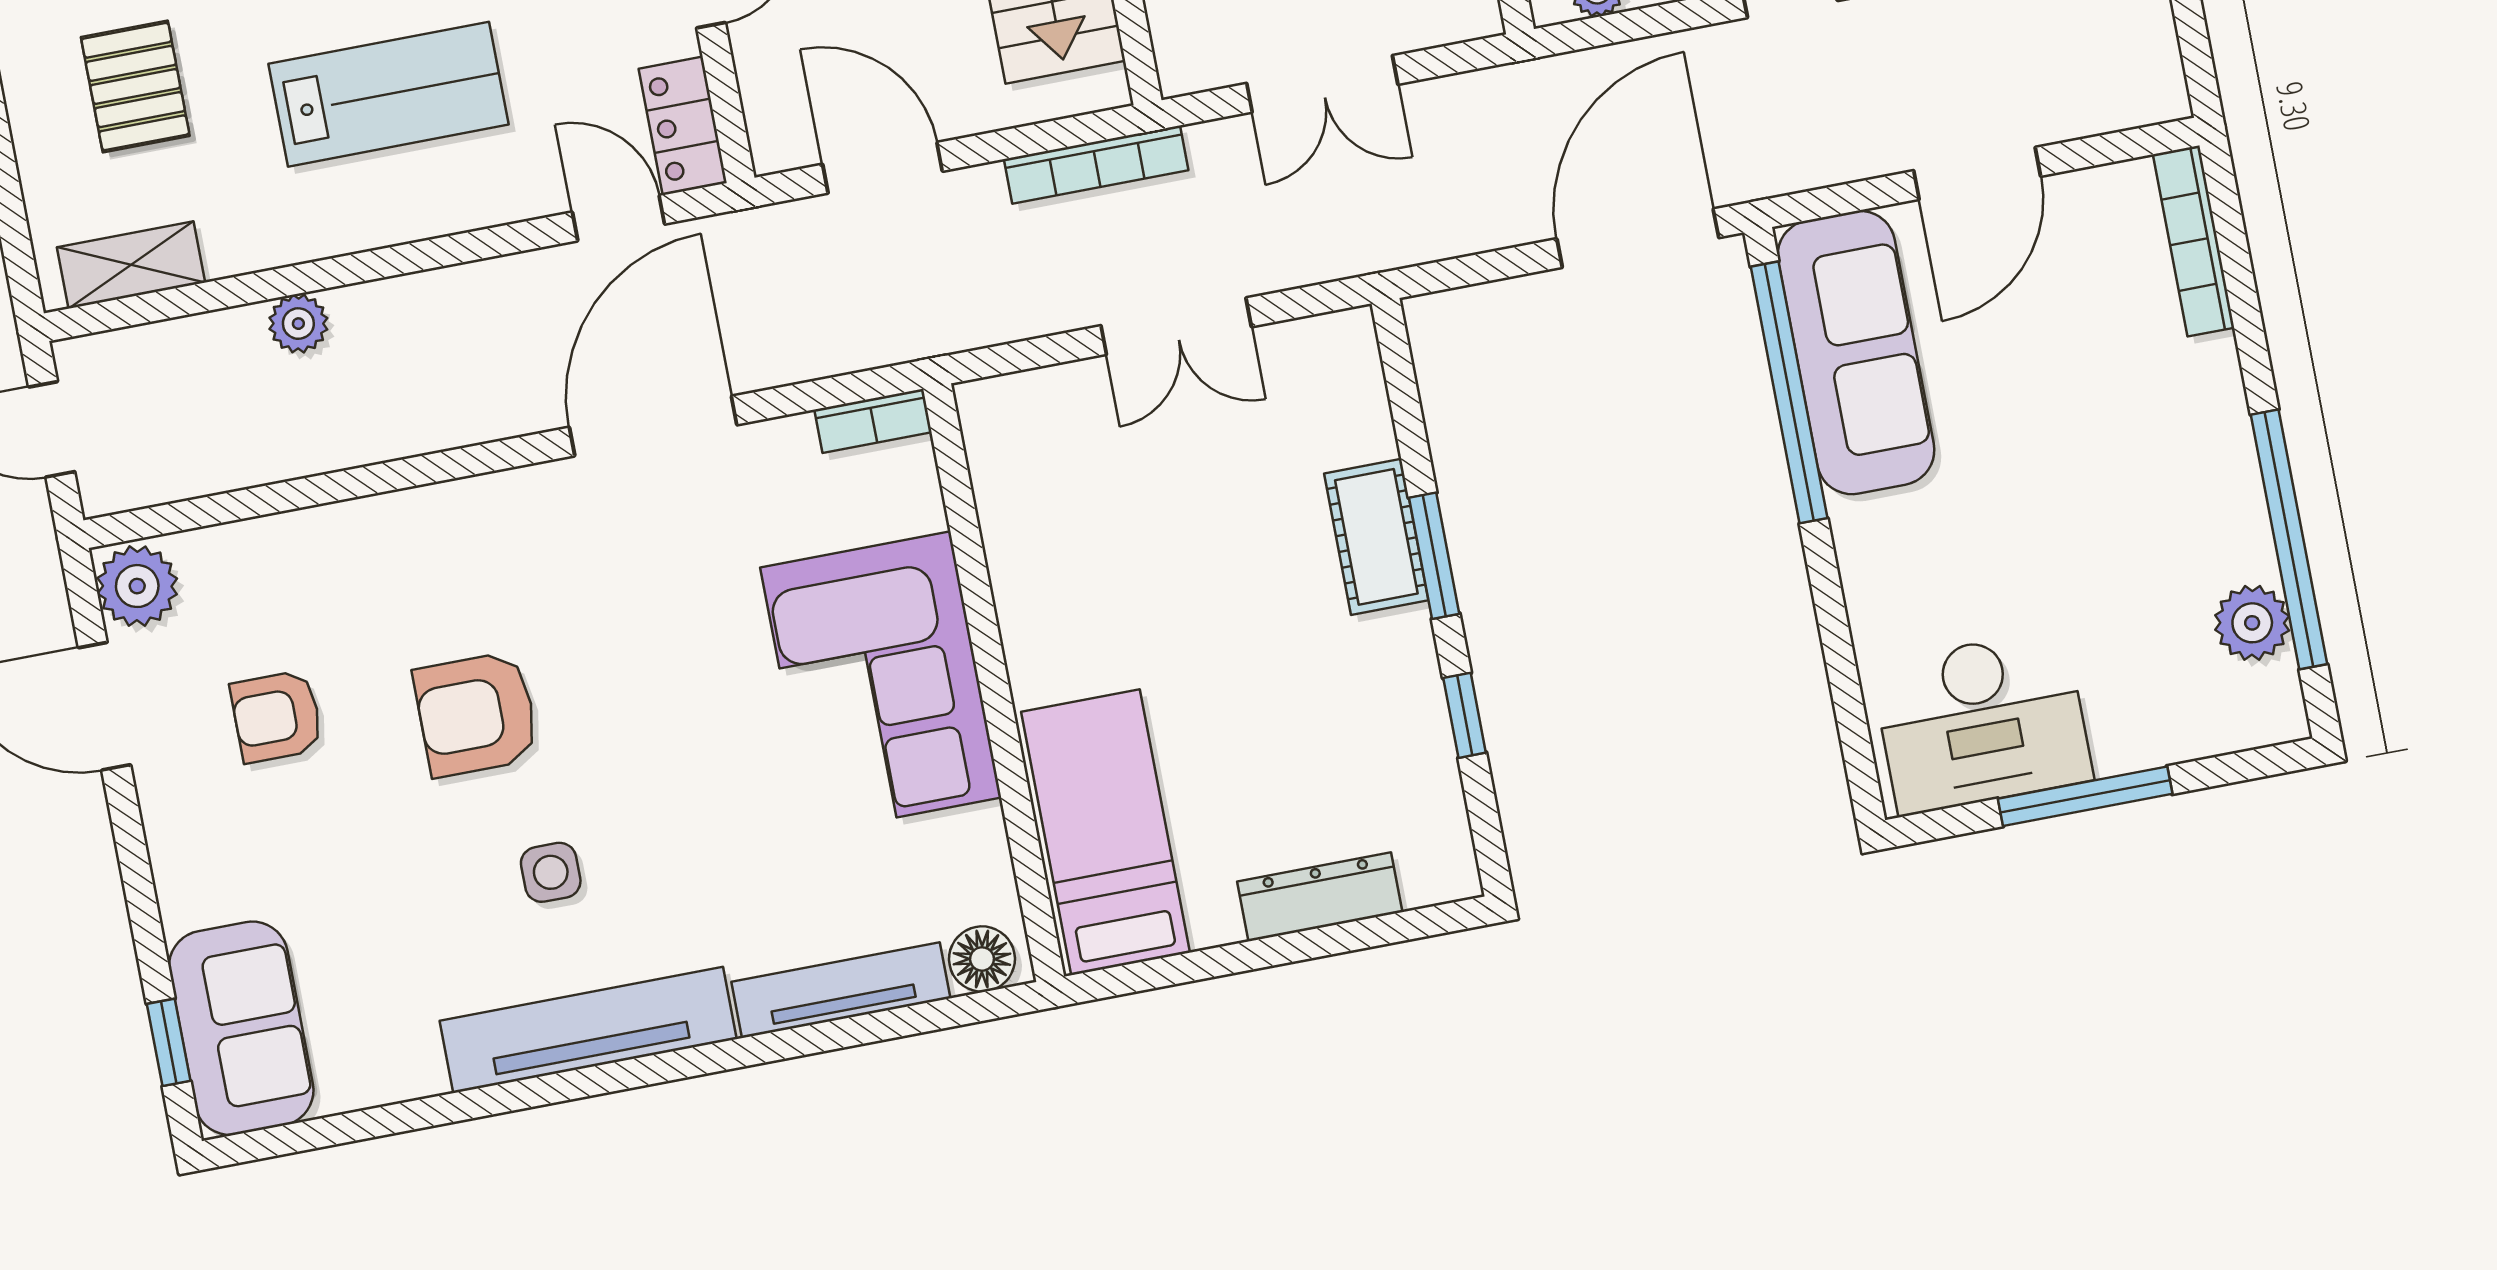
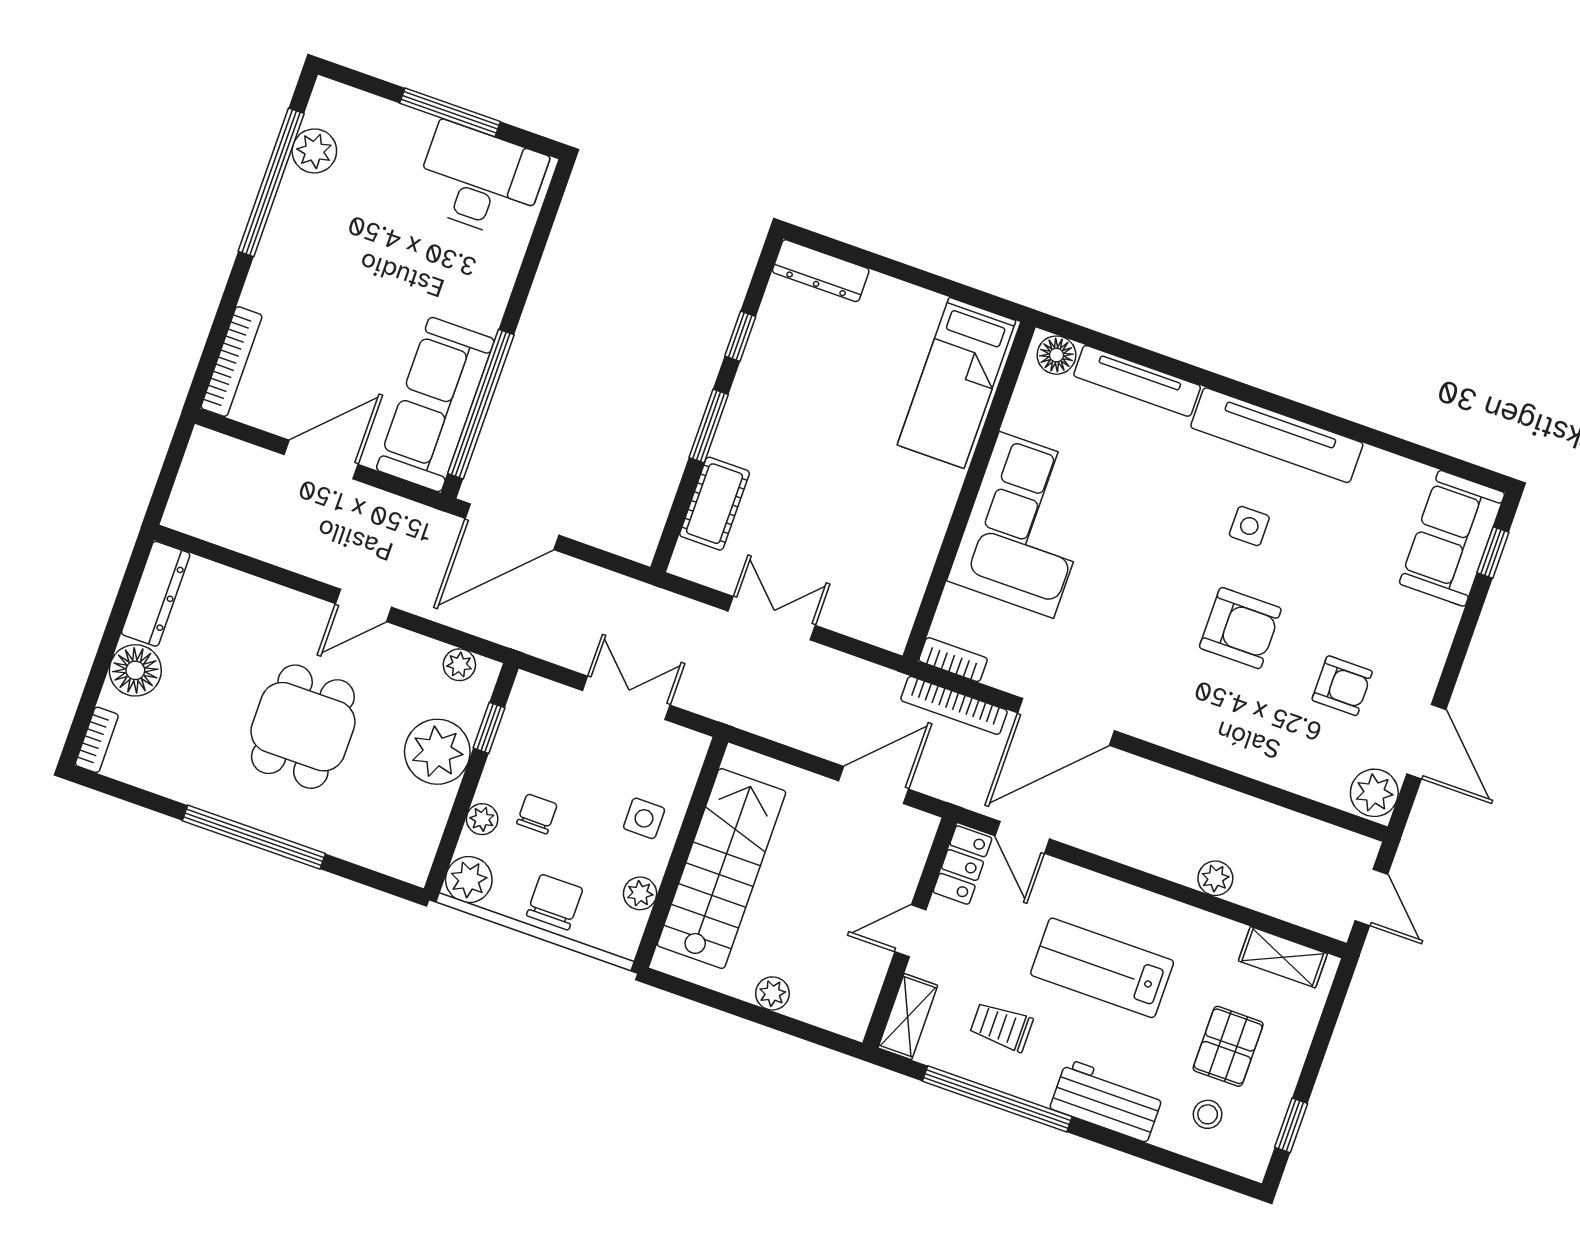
bookcase: (1096, 165) -> (954, 705), moved, turned 180
door: (883, 168) -> (874, 785), swing flipped
cot: (1376, 537) -> (714, 504), moved
dresser: (1320, 897) -> (821, 271), moved

